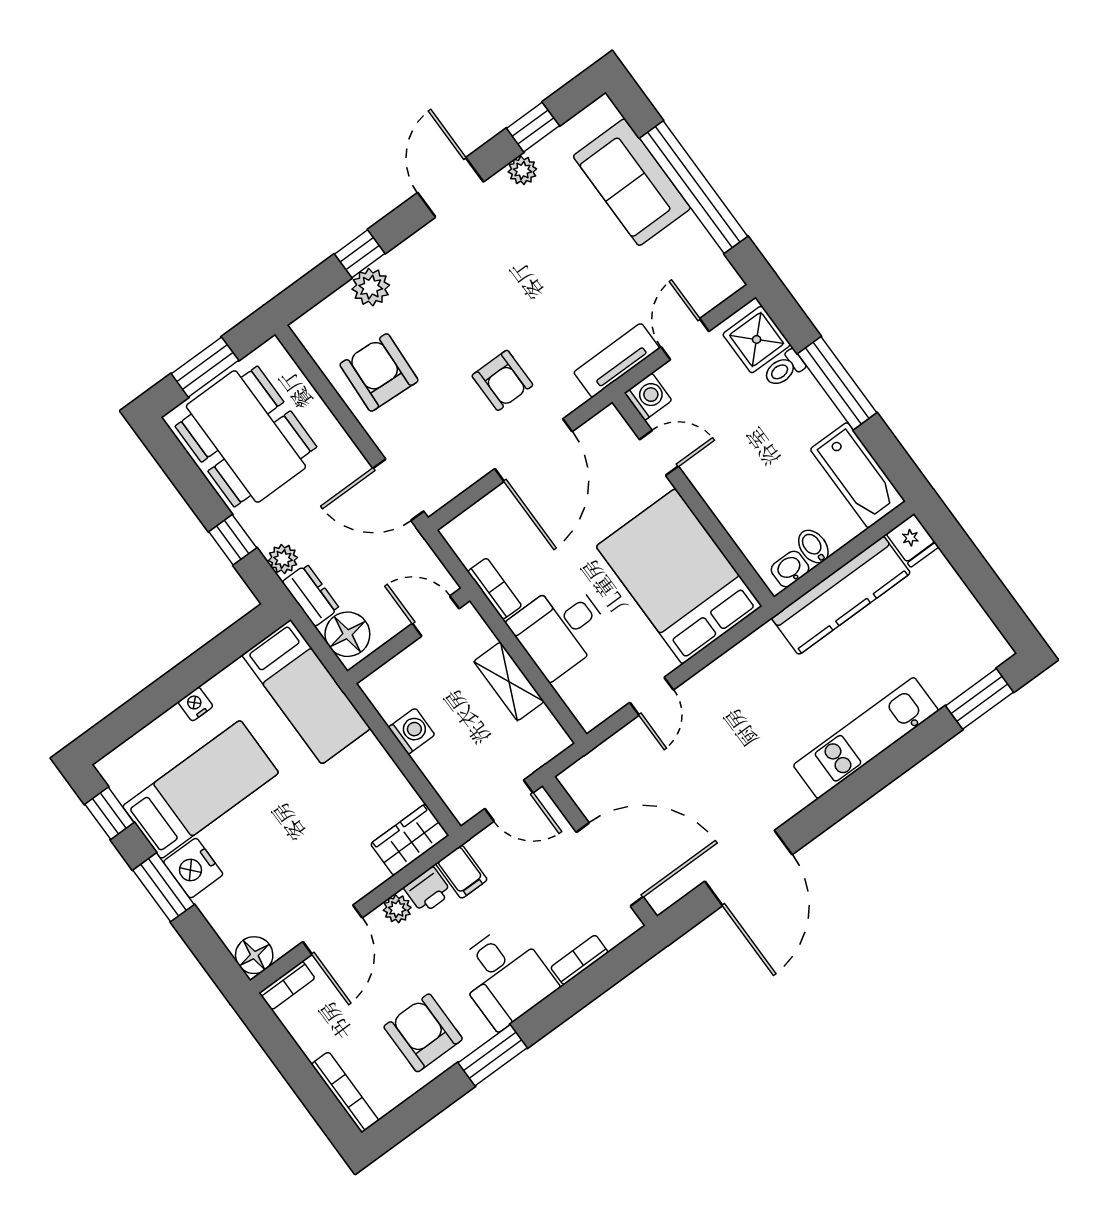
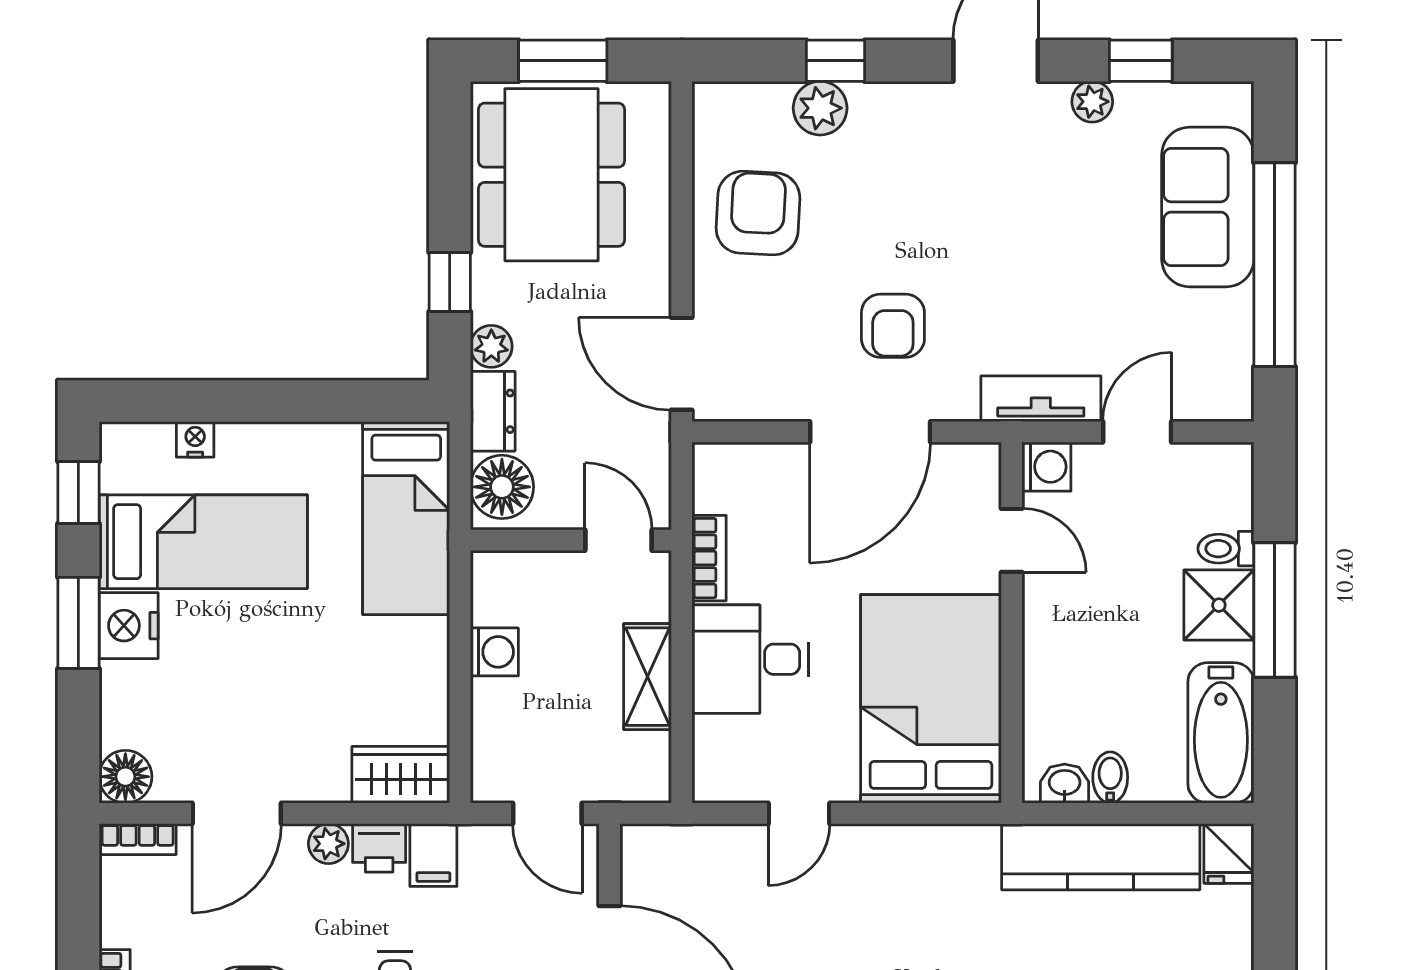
shower: (757, 339) -> (1219, 605), moved
nightstand: (195, 704) -> (195, 439), moved

